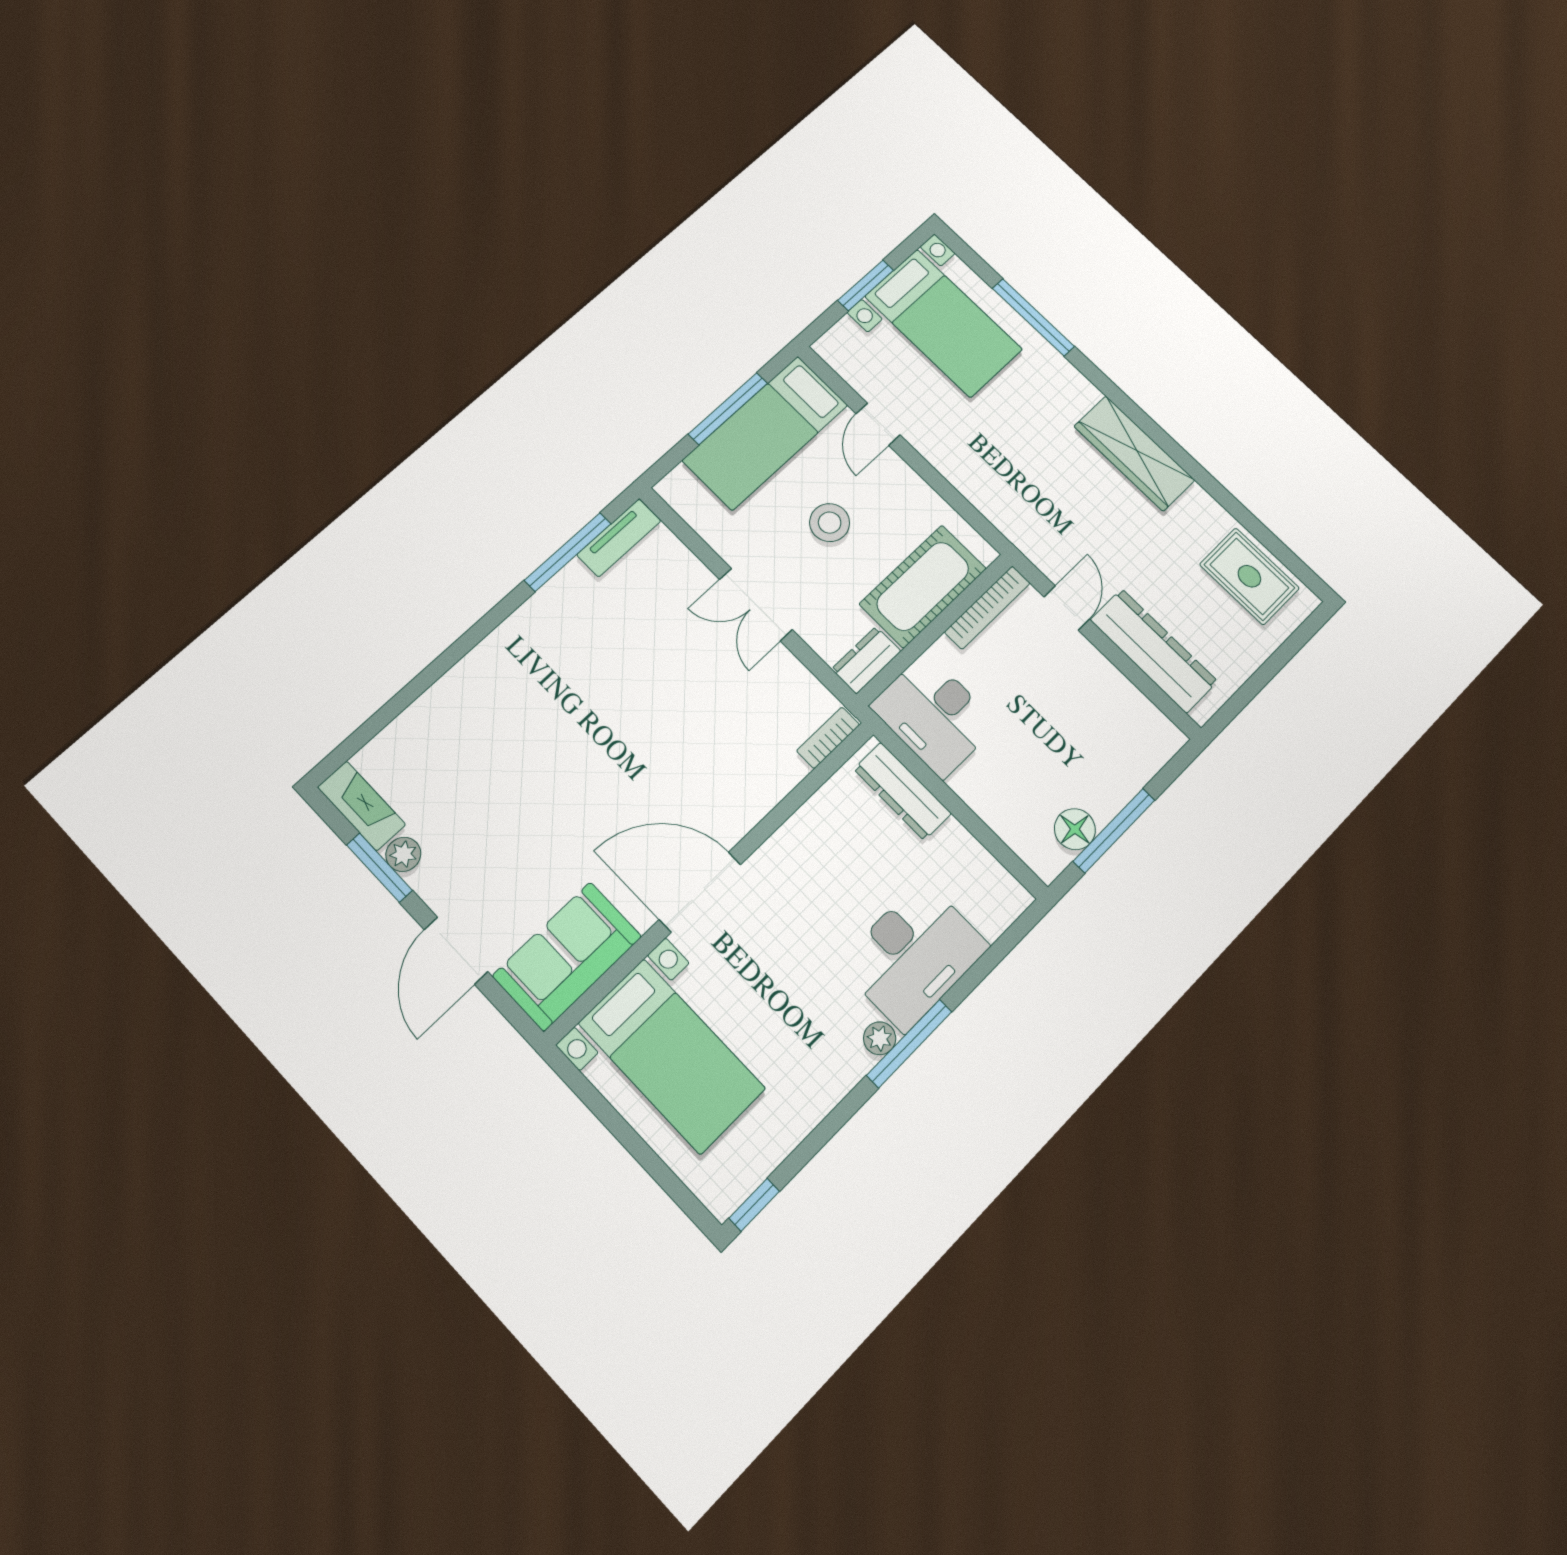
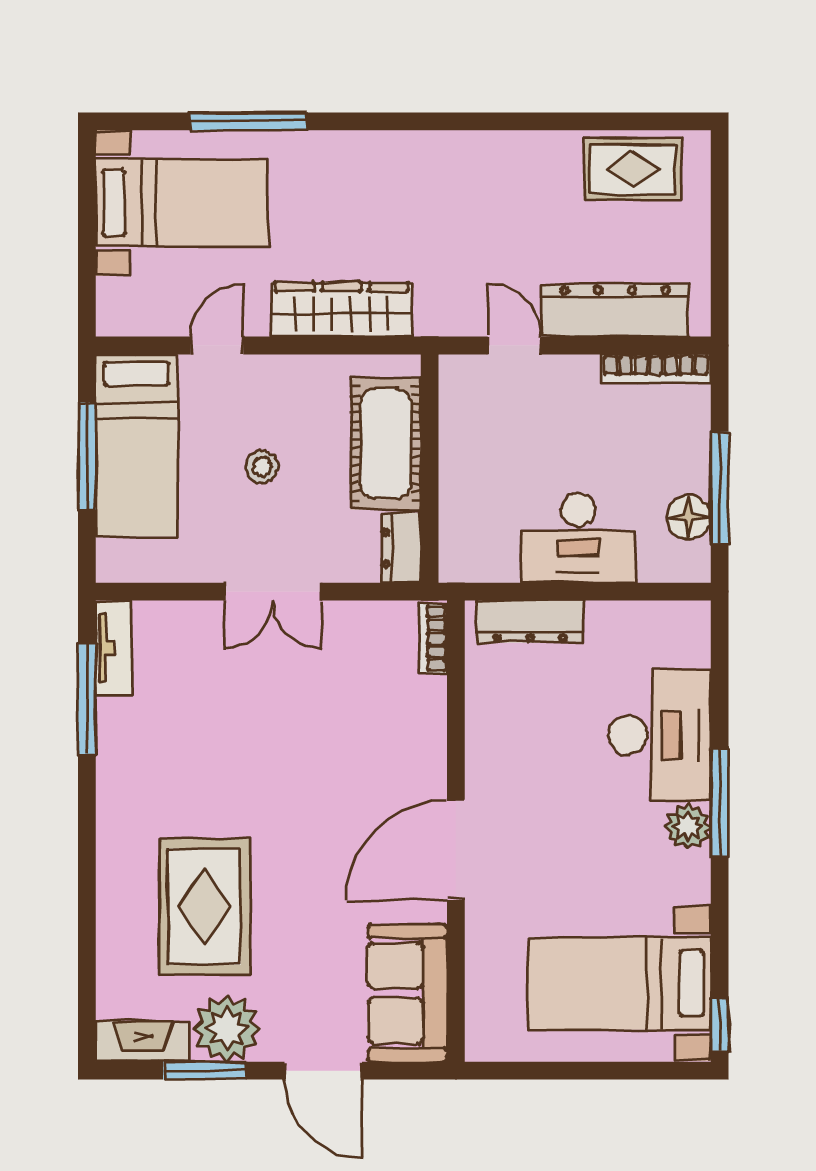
window: (866, 285) -> (87, 236), removed
door: (878, 424) -> (217, 346), swing flipped
wardrobe: (1134, 453) -> (341, 310), moved, turned 180
stool: (830, 523) -> (262, 467), width x0.73, depth x0.73
bookcase: (987, 607) -> (656, 368), moved, turned 90
desk: (934, 715) -> (578, 538), moved
rug: (498, 759) -> (204, 906), added
plant: (403, 854) -> (227, 1028), width x1.88, depth x1.88
plant: (880, 1038) -> (688, 827), width x1.38, depth x1.38
bed with nightstands: (672, 1056) -> (620, 983), moved, turned 180

